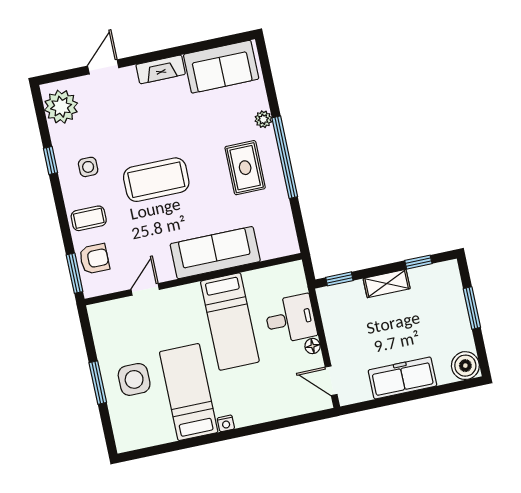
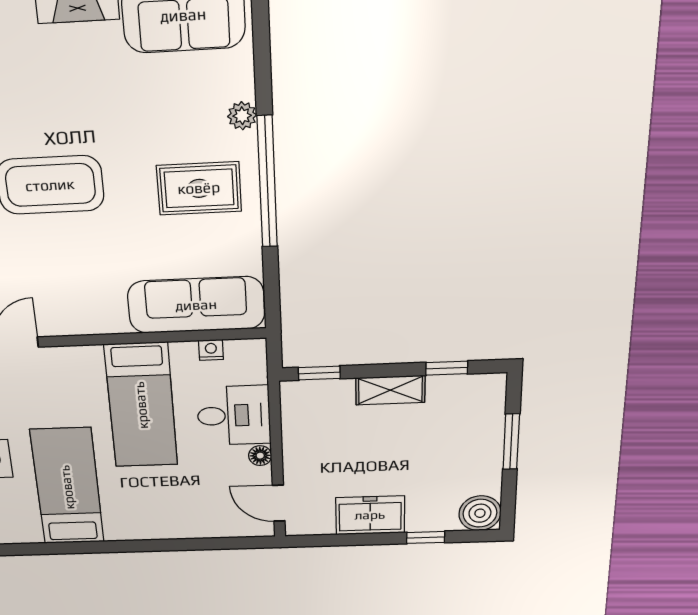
rug: (245, 168) -> (199, 188), turned 90
sofa: (215, 253) -> (196, 305), moved
freezer: (402, 378) -> (370, 515), width x0.71
window: (434, 391) -> (426, 537), added
nightstand: (226, 423) -> (211, 350), moved, turned 180

